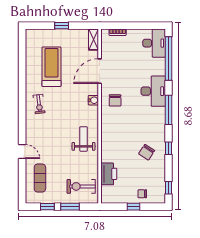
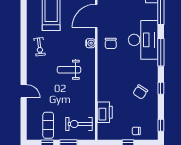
desk: (153, 91) -> (143, 40), width x1.36, depth x1.30
weight bench: (84, 139) -> (69, 70), moved, turned -90
exercise mat: (40, 178) -> (48, 125), moved

